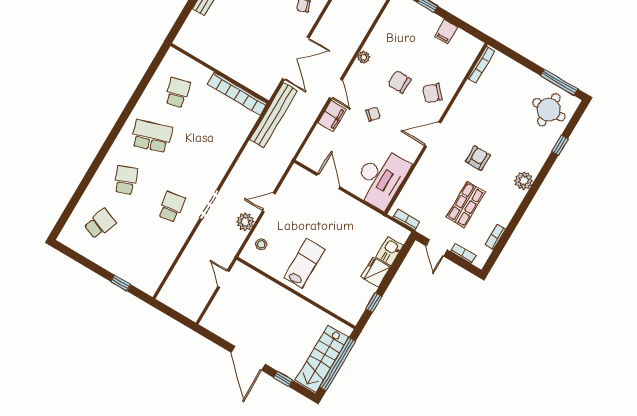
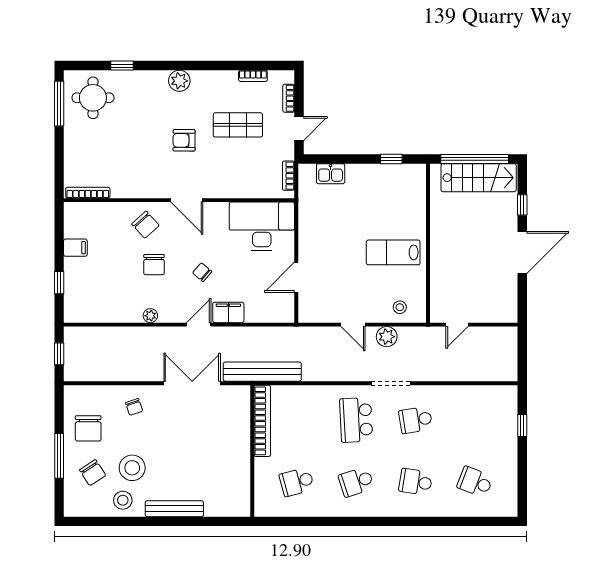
school desk: (152, 136) -> (356, 482), width x0.54
school desk: (197, 163) -> (356, 420), added
school desk: (126, 180) -> (416, 482), turned 30
fridge: (376, 272) -> (360, 175), removed

